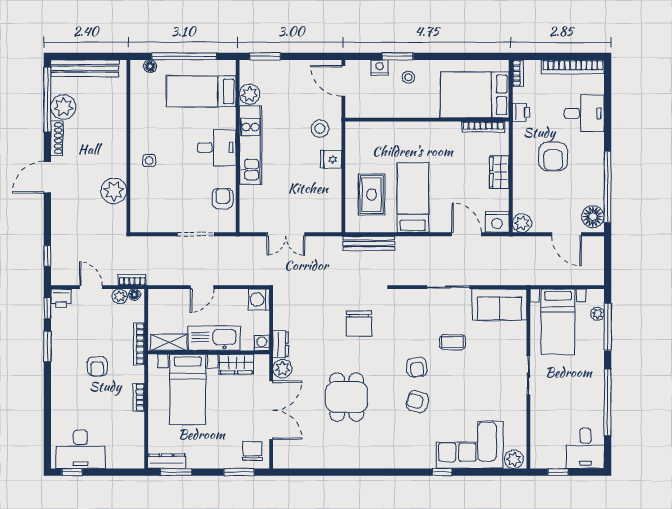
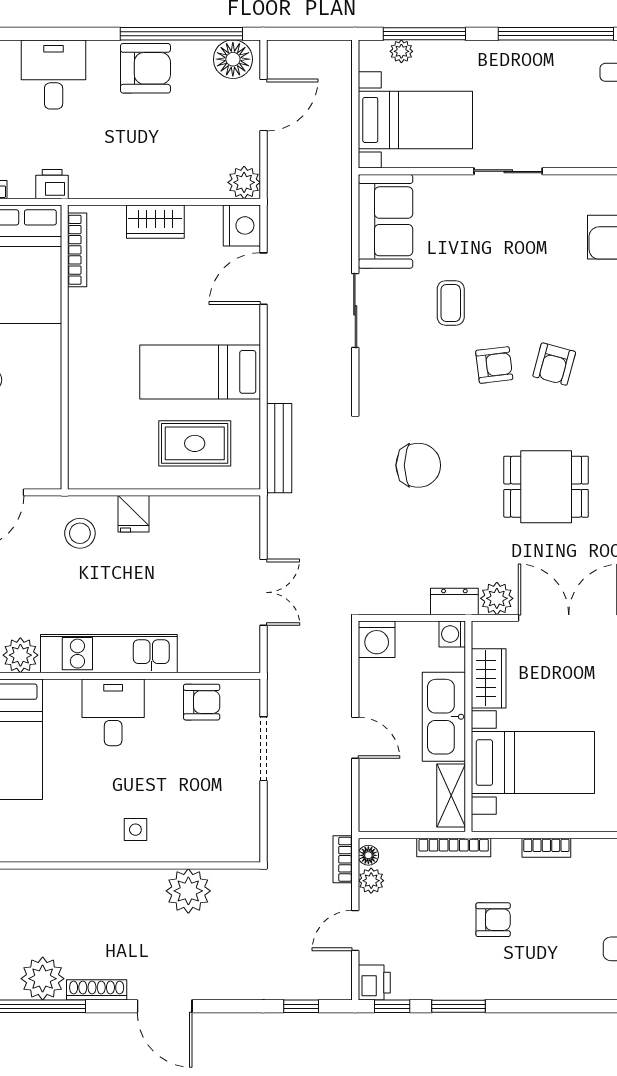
armchair: (553, 157) -> (145, 68), moved
armchair: (223, 199) -> (202, 702), turned 180

